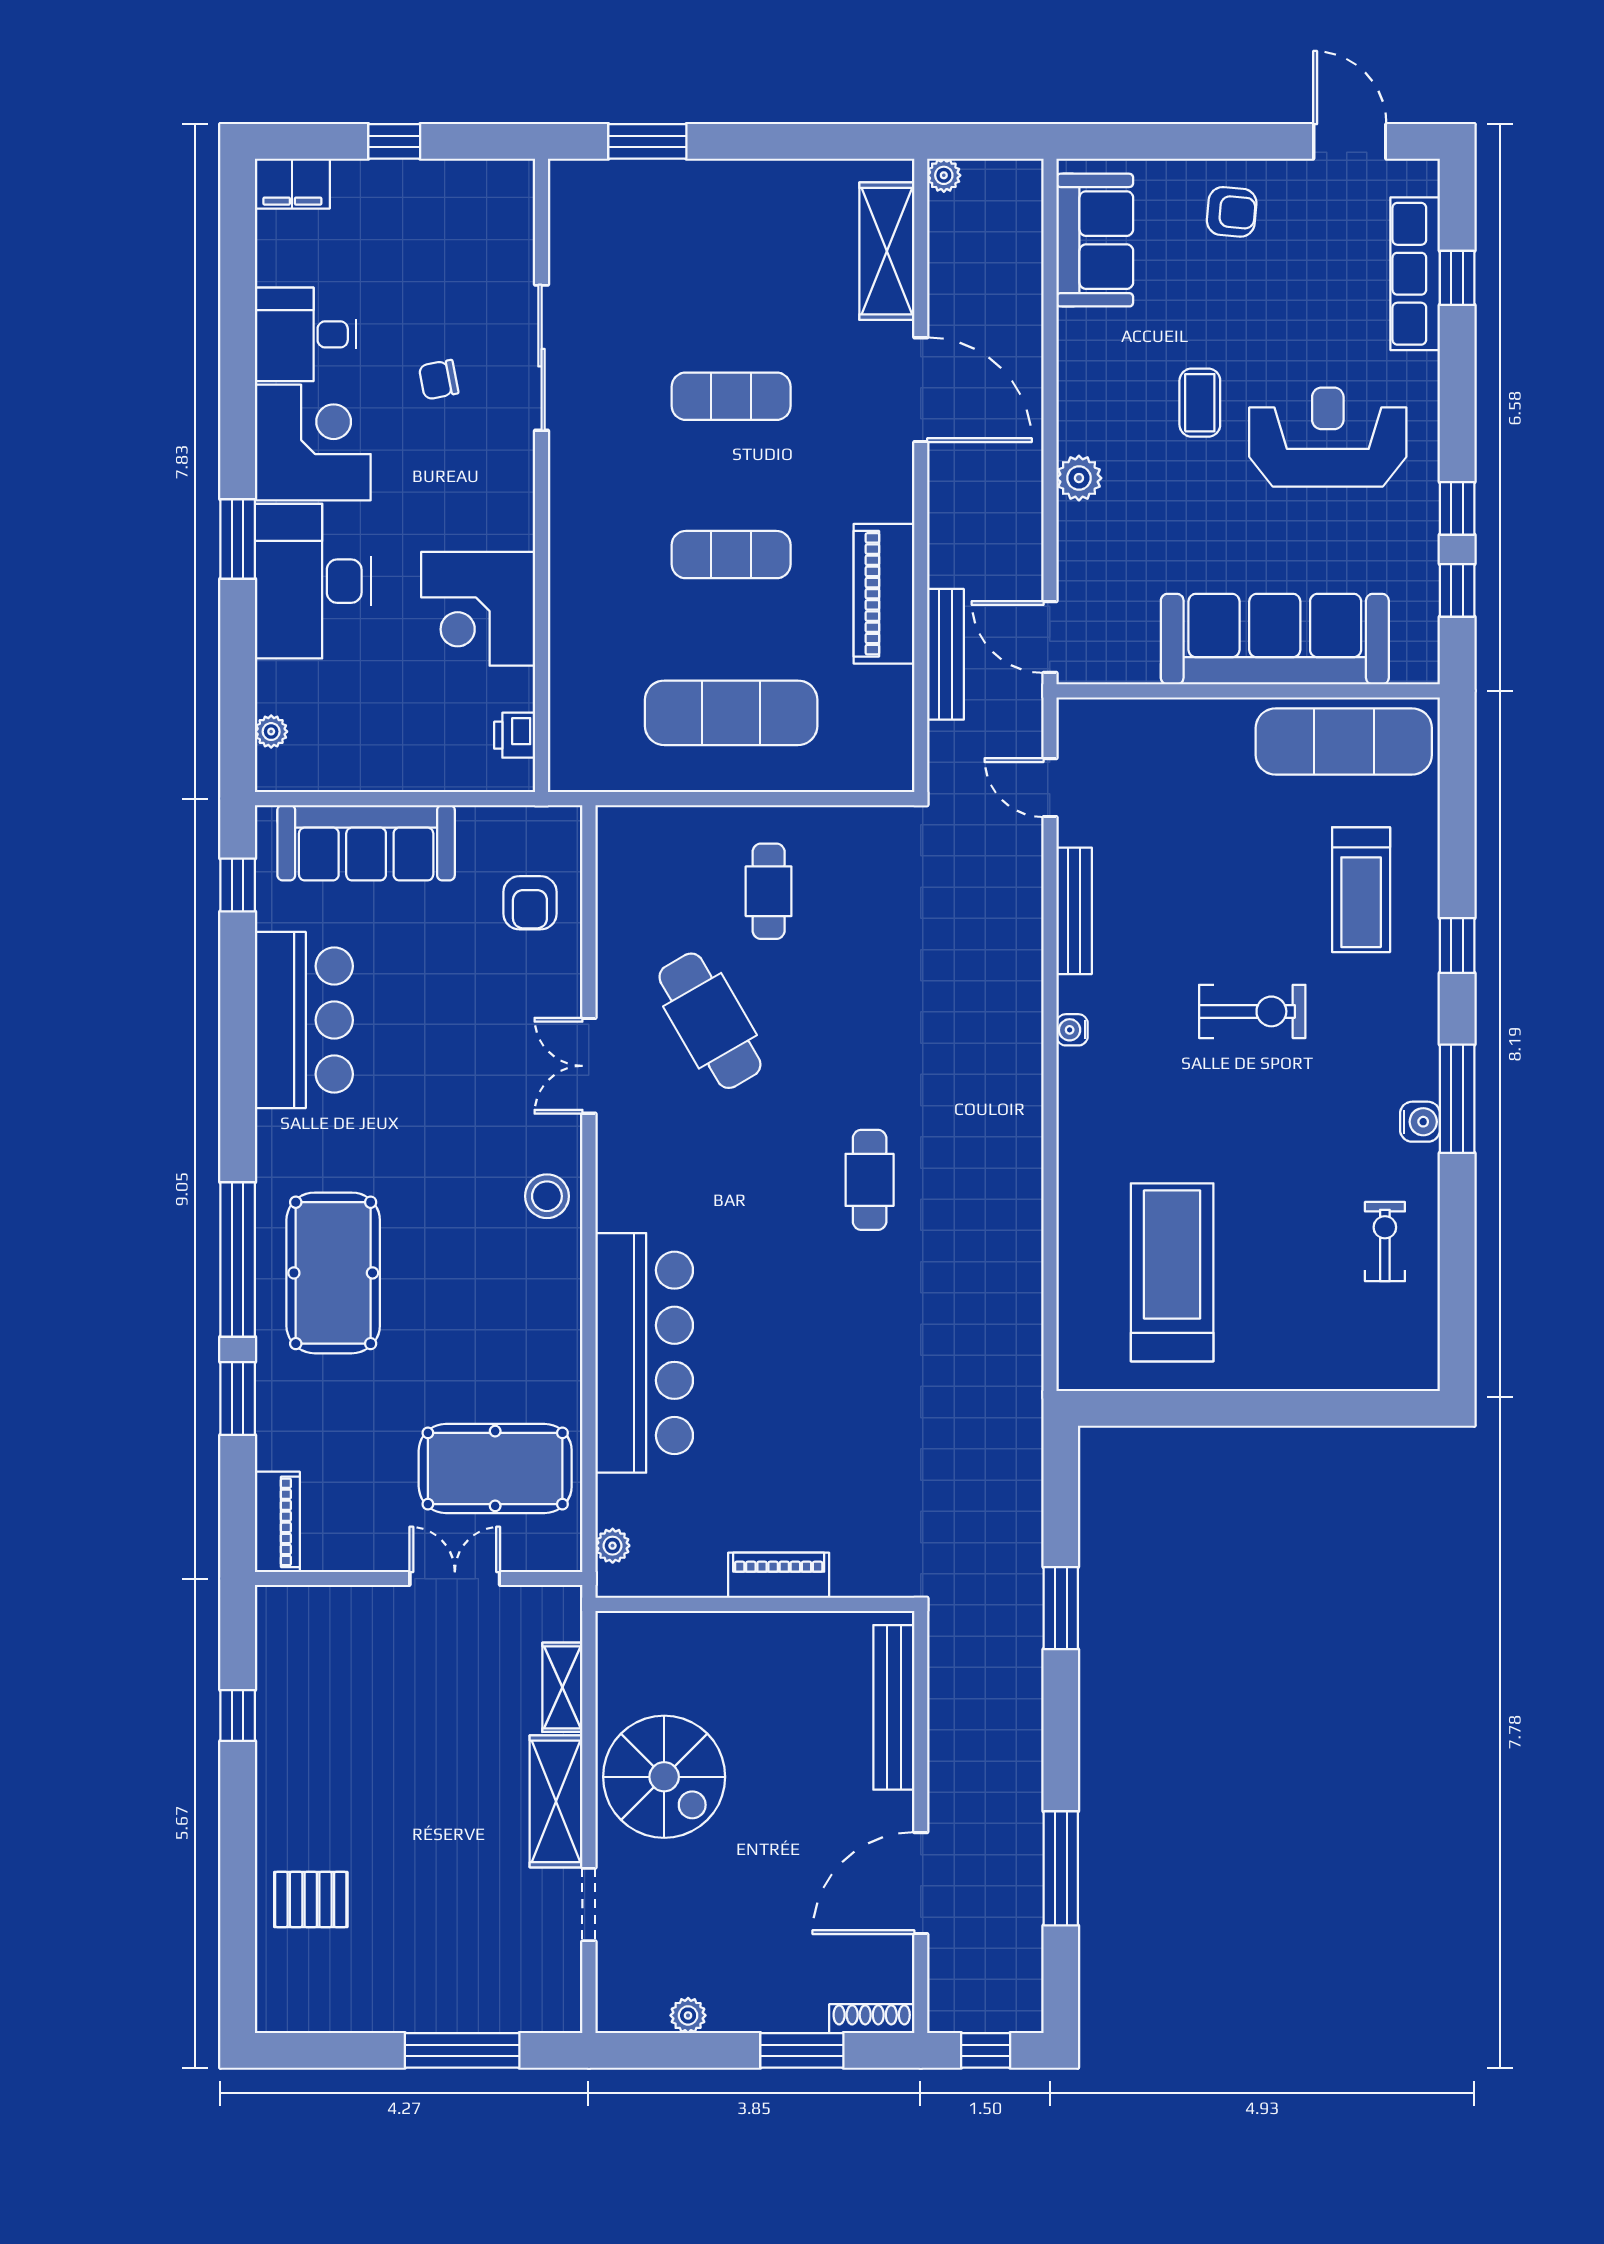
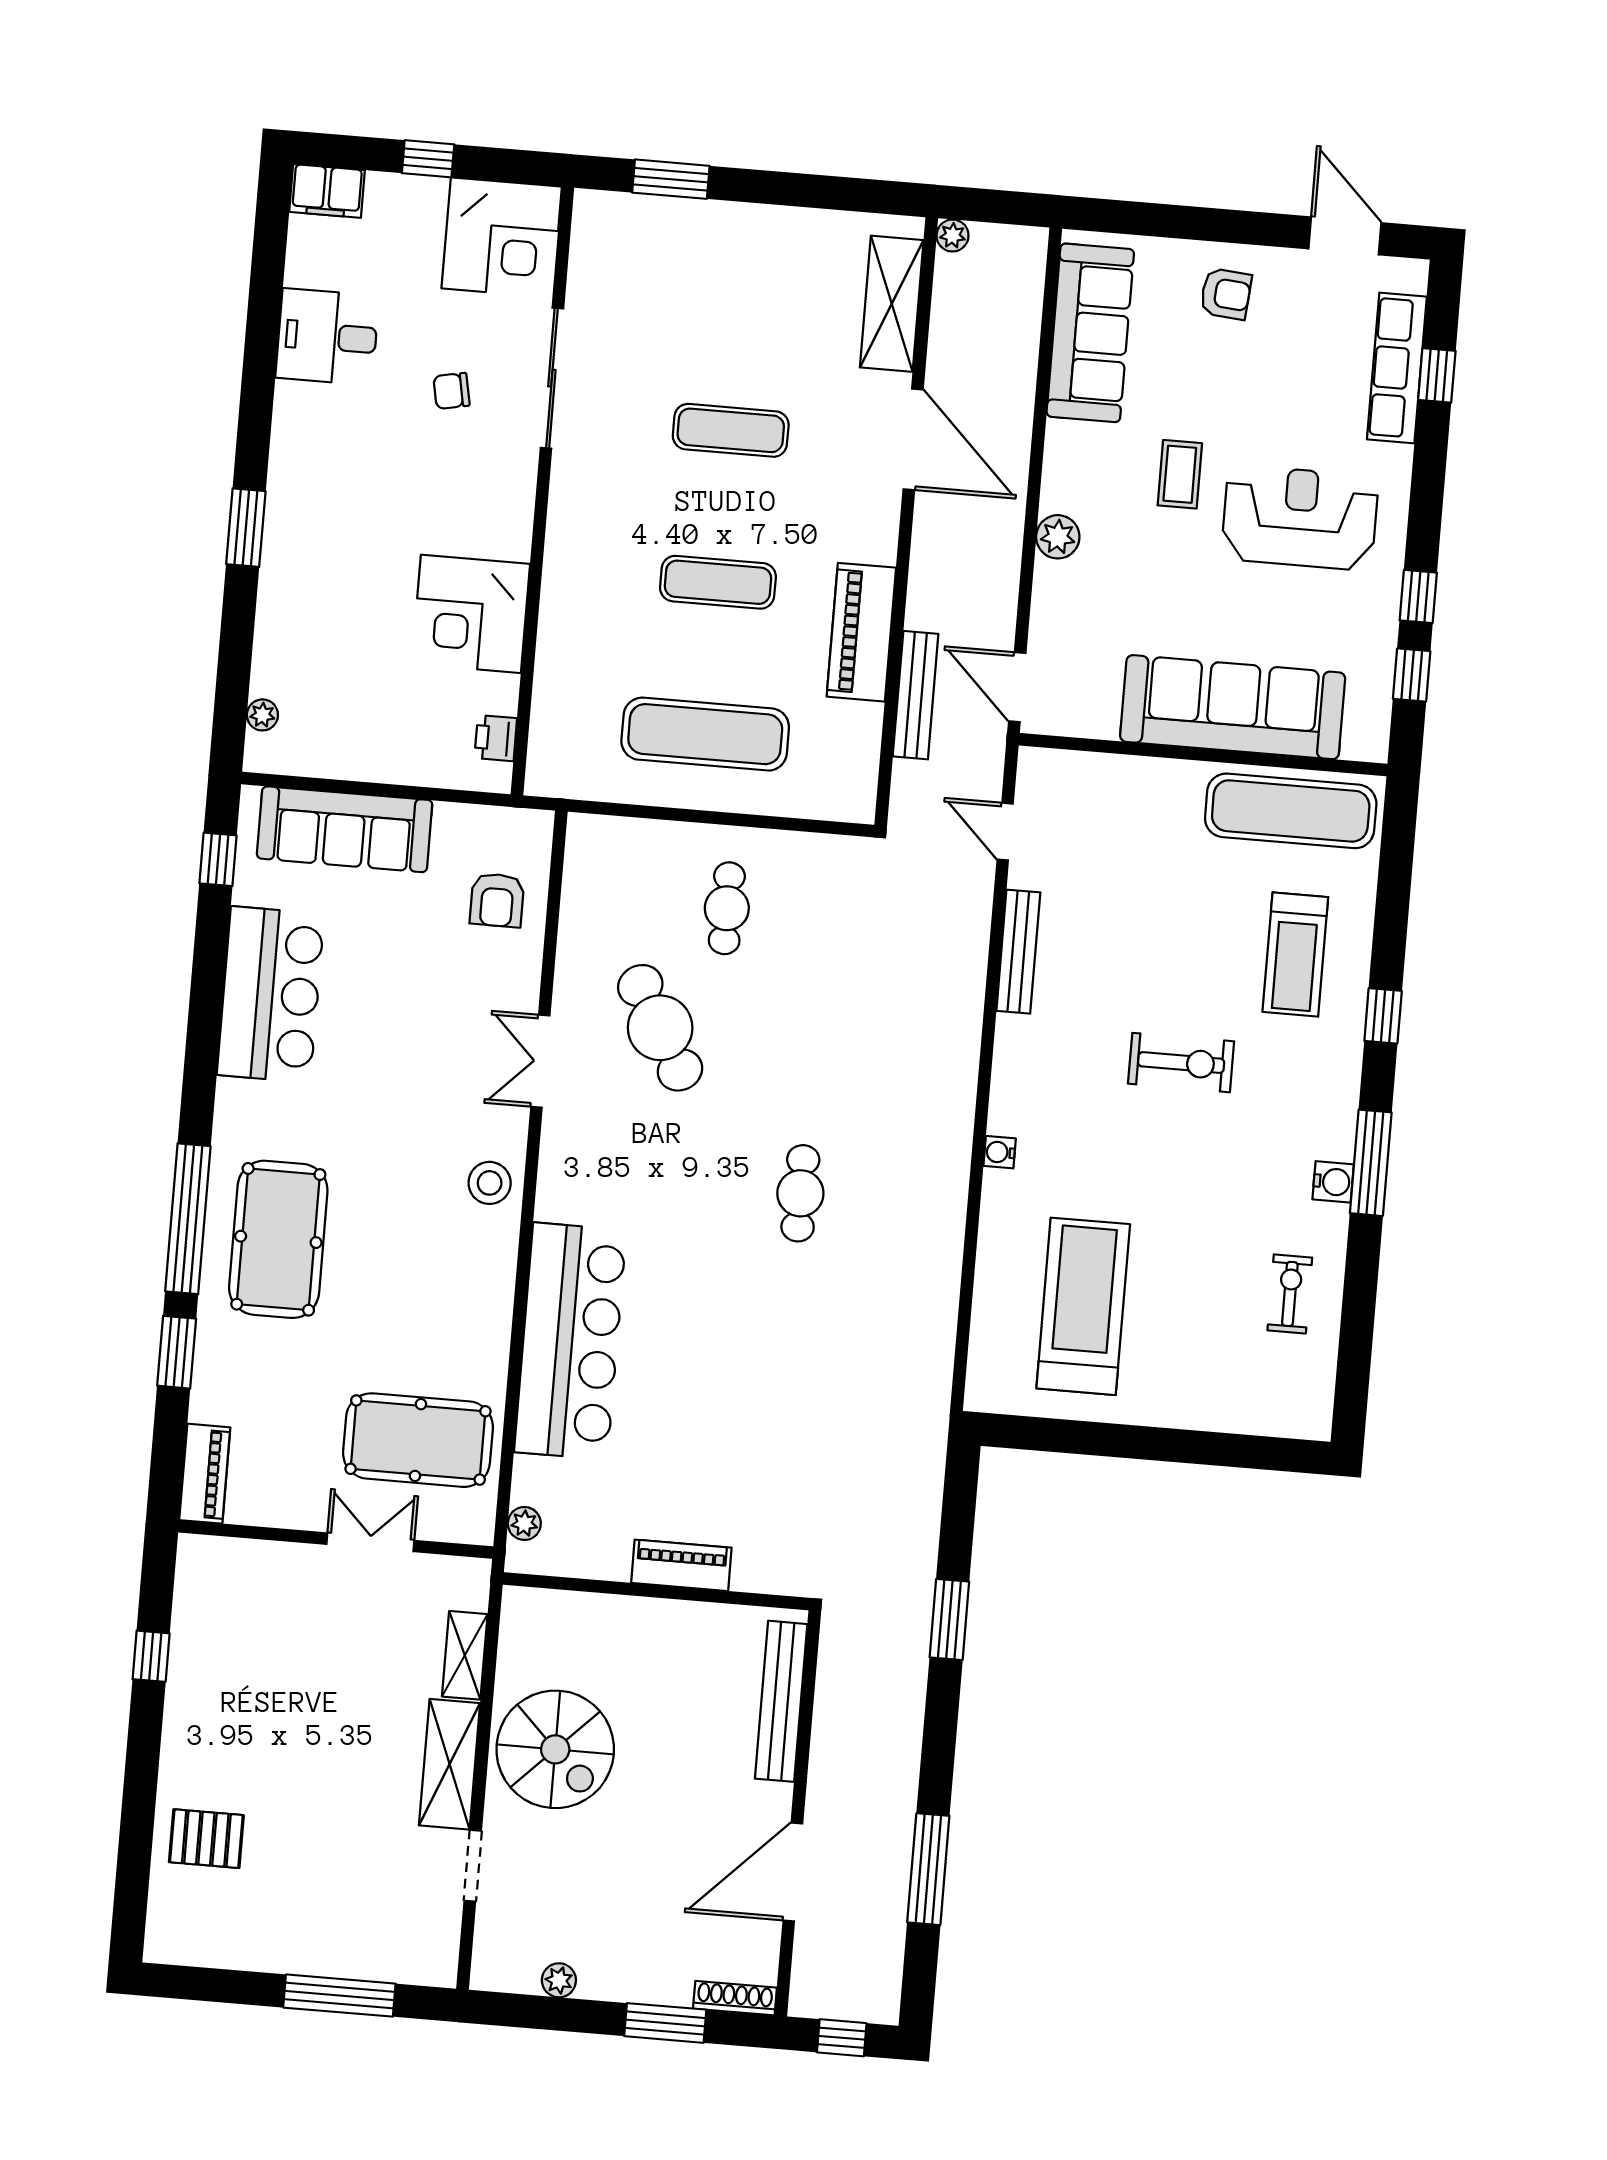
sofa: (1095, 240) -> (1090, 333), width x1.36
corner desk: (313, 442) -> (502, 237), moved, turned 90
desk: (313, 581) -> (315, 574), removed
water cooler: (1072, 1030) -> (1000, 1152), moved

